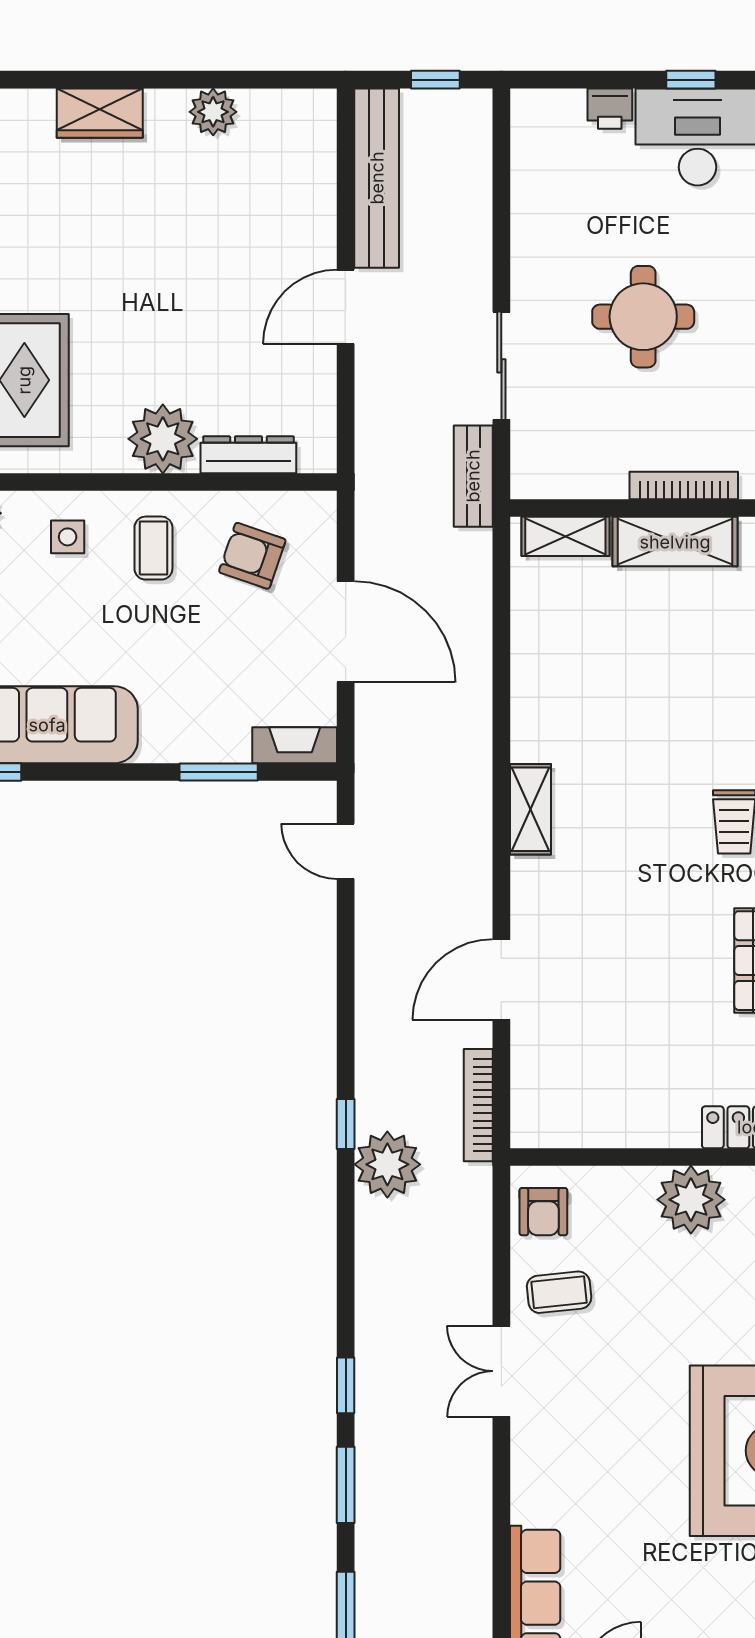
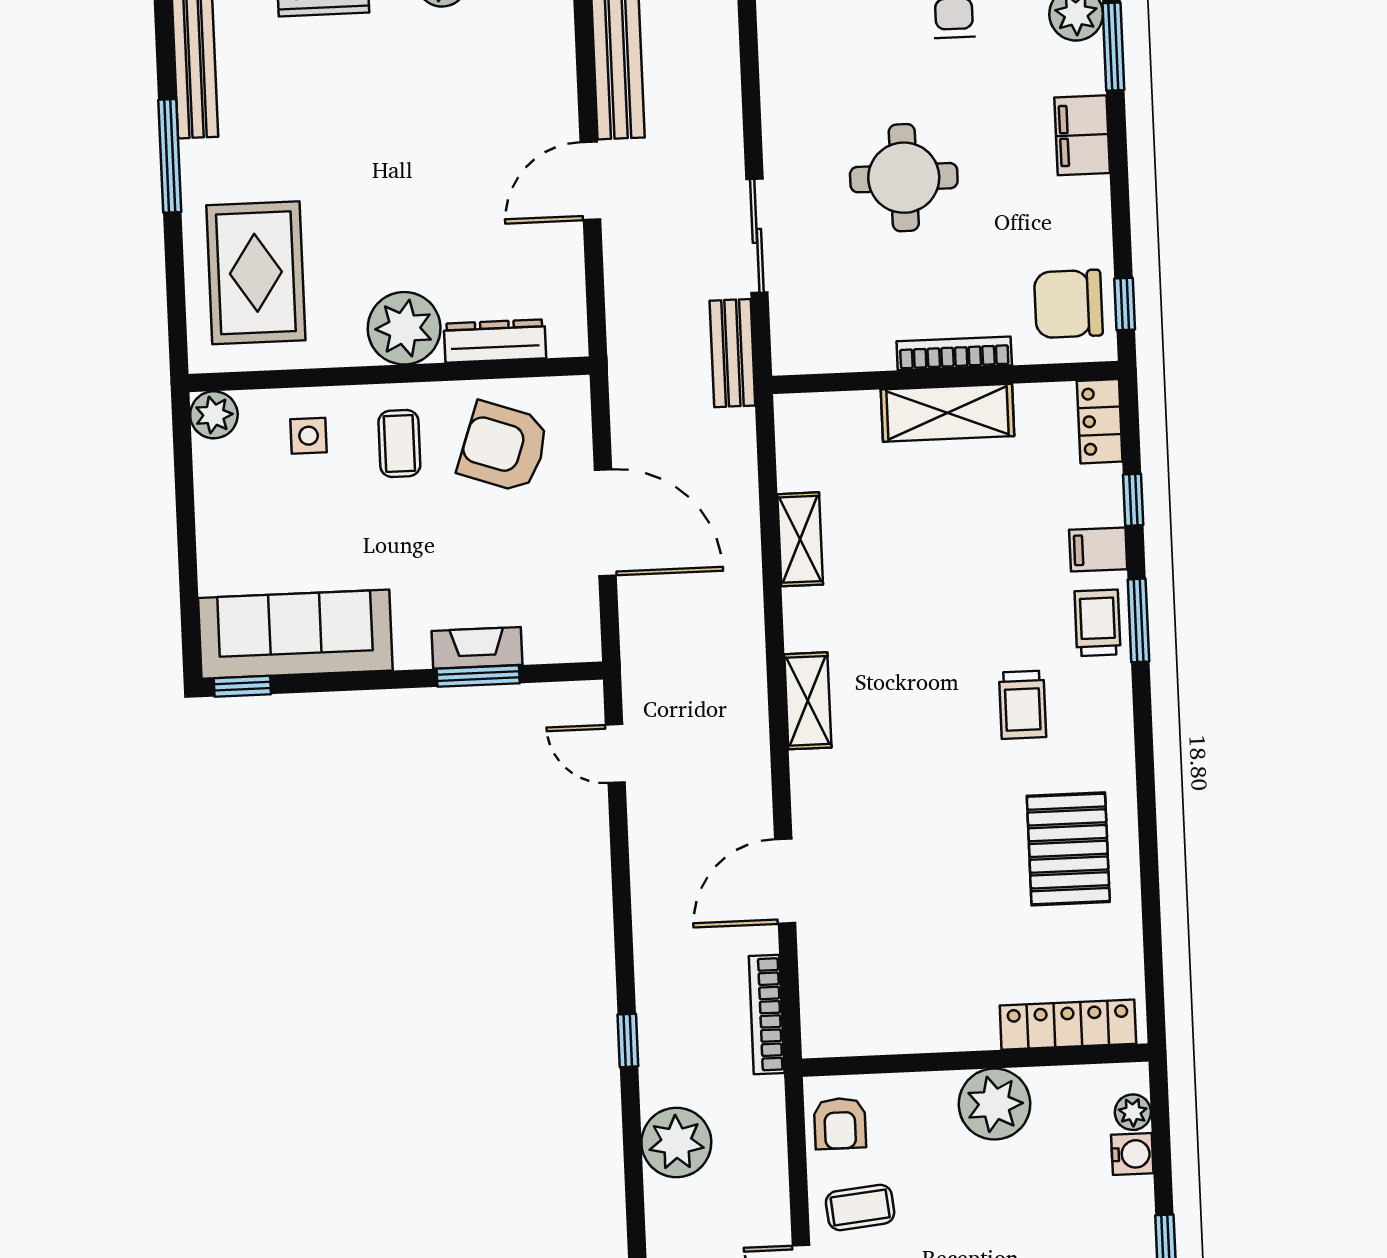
shelving: (565, 536) -> (800, 539), moved, turned 90
armchair: (252, 556) -> (504, 447), width x1.38, depth x1.38
fireplace: (295, 745) -> (477, 648), moved
plant: (387, 1164) -> (676, 1142), moved

